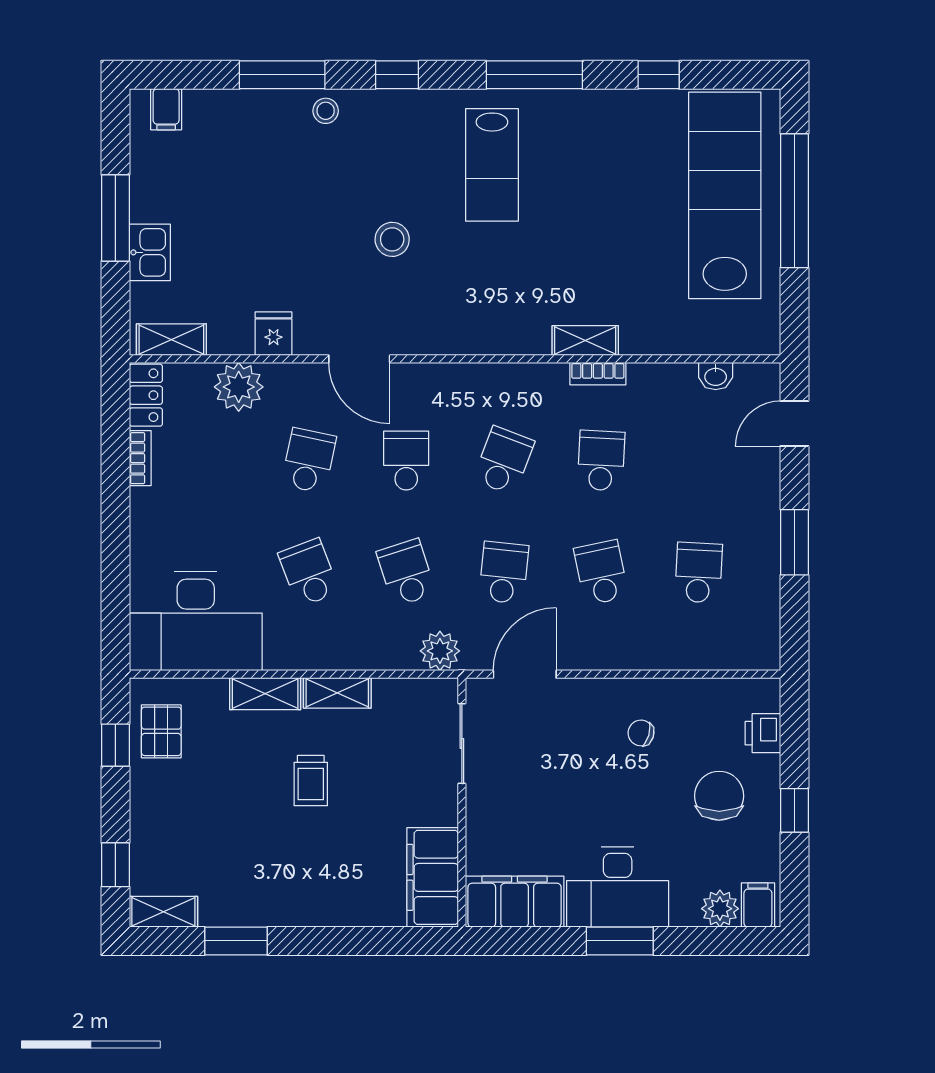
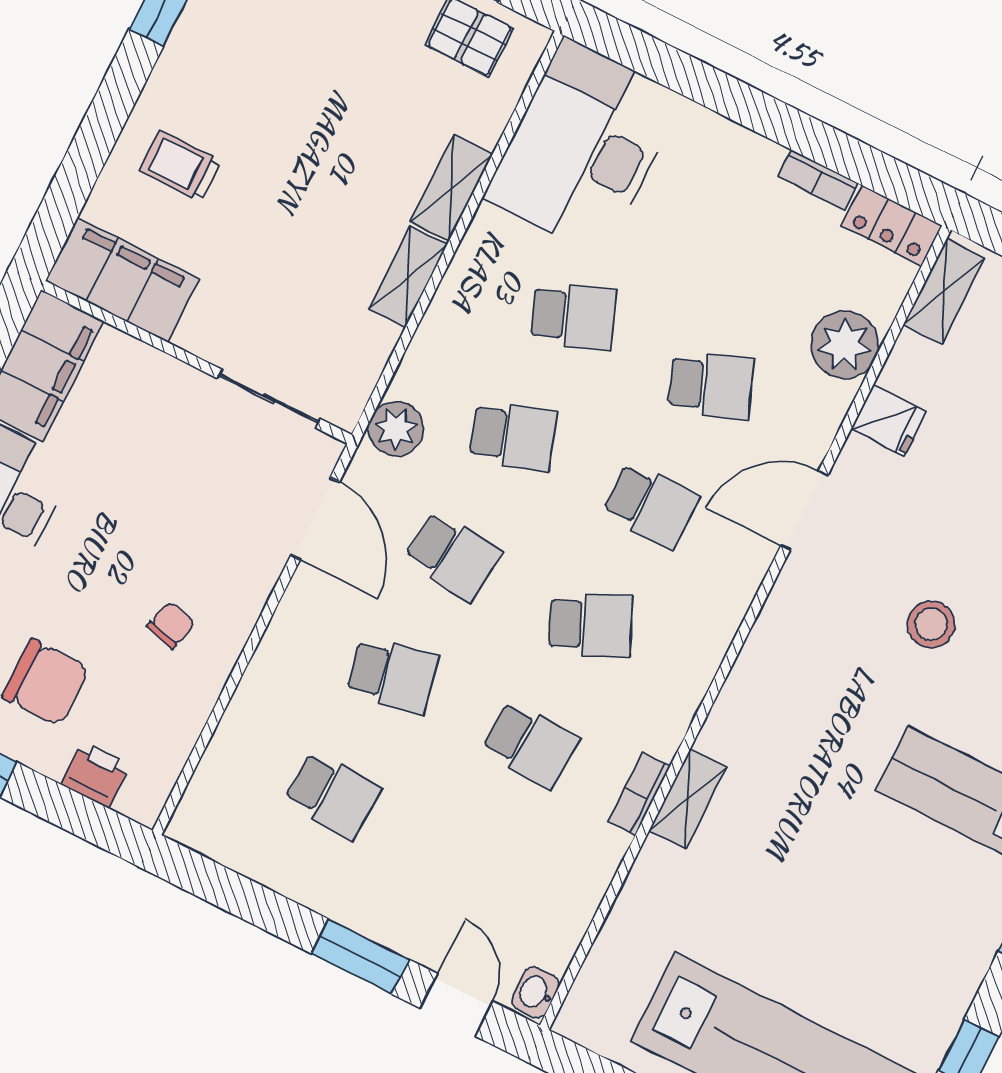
washbasin: (716, 376) -> (536, 992), moved
school desk: (309, 461) -> (711, 385), turned -33
school desk: (504, 461) -> (590, 625), turned -45
window: (794, 542) -> (360, 957), moved
trolley: (311, 780) -> (180, 166), moved

